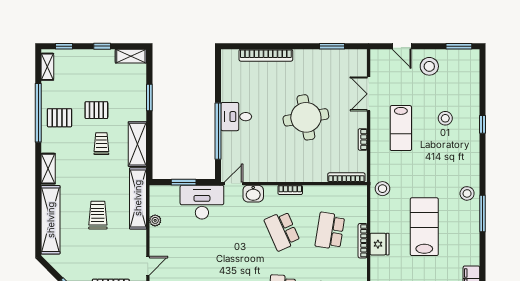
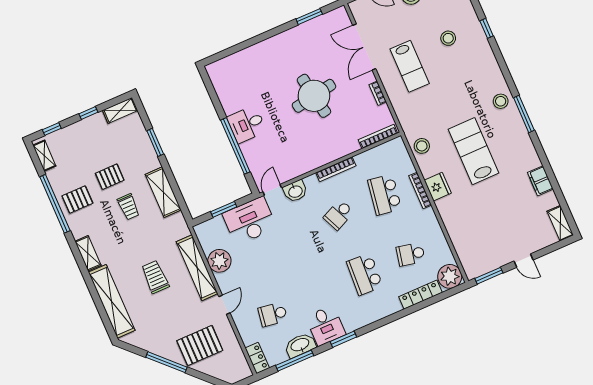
bookcase: (266, 55) -> (249, 53), removed
double door: (369, 94) -> (364, 47), width x1.37
trolley: (101, 144) -> (129, 207), turned 180
stool: (382, 189) -> (422, 146), moved
bookcase: (290, 190) -> (336, 169), width x1.56
shelving: (138, 198) -> (197, 268), moved
plant: (155, 220) -> (219, 261), width x1.88, depth x1.88
school desk: (282, 231) -> (339, 215), width x0.54

